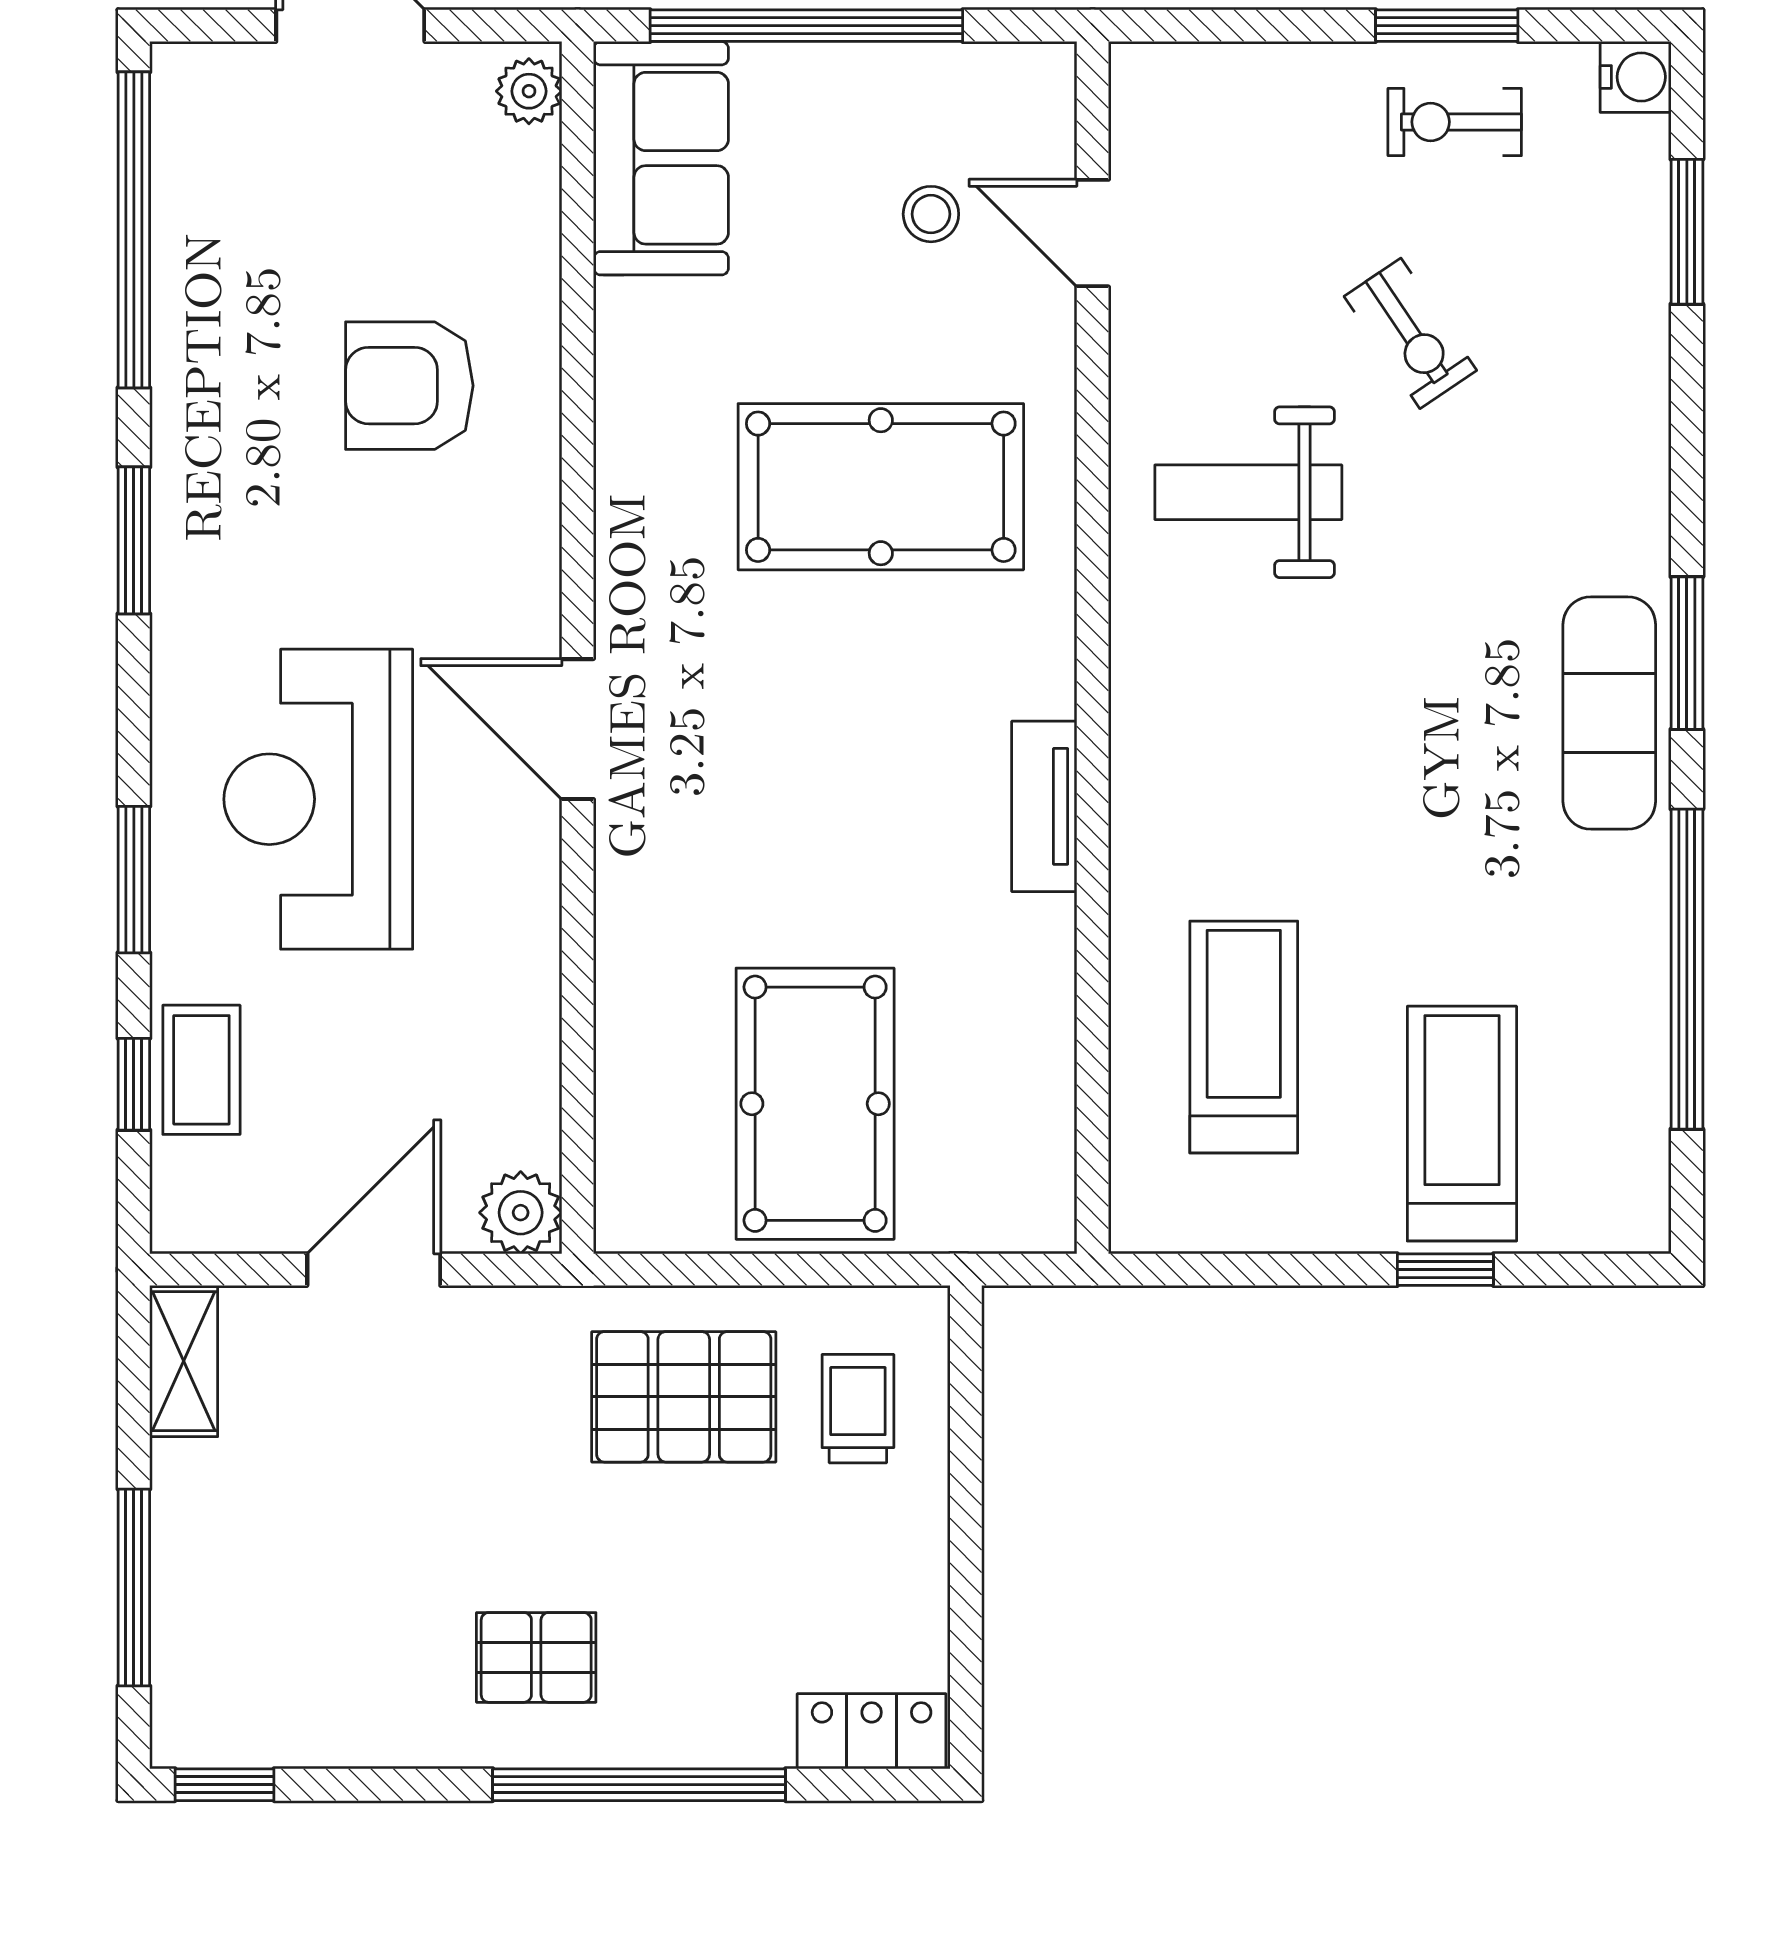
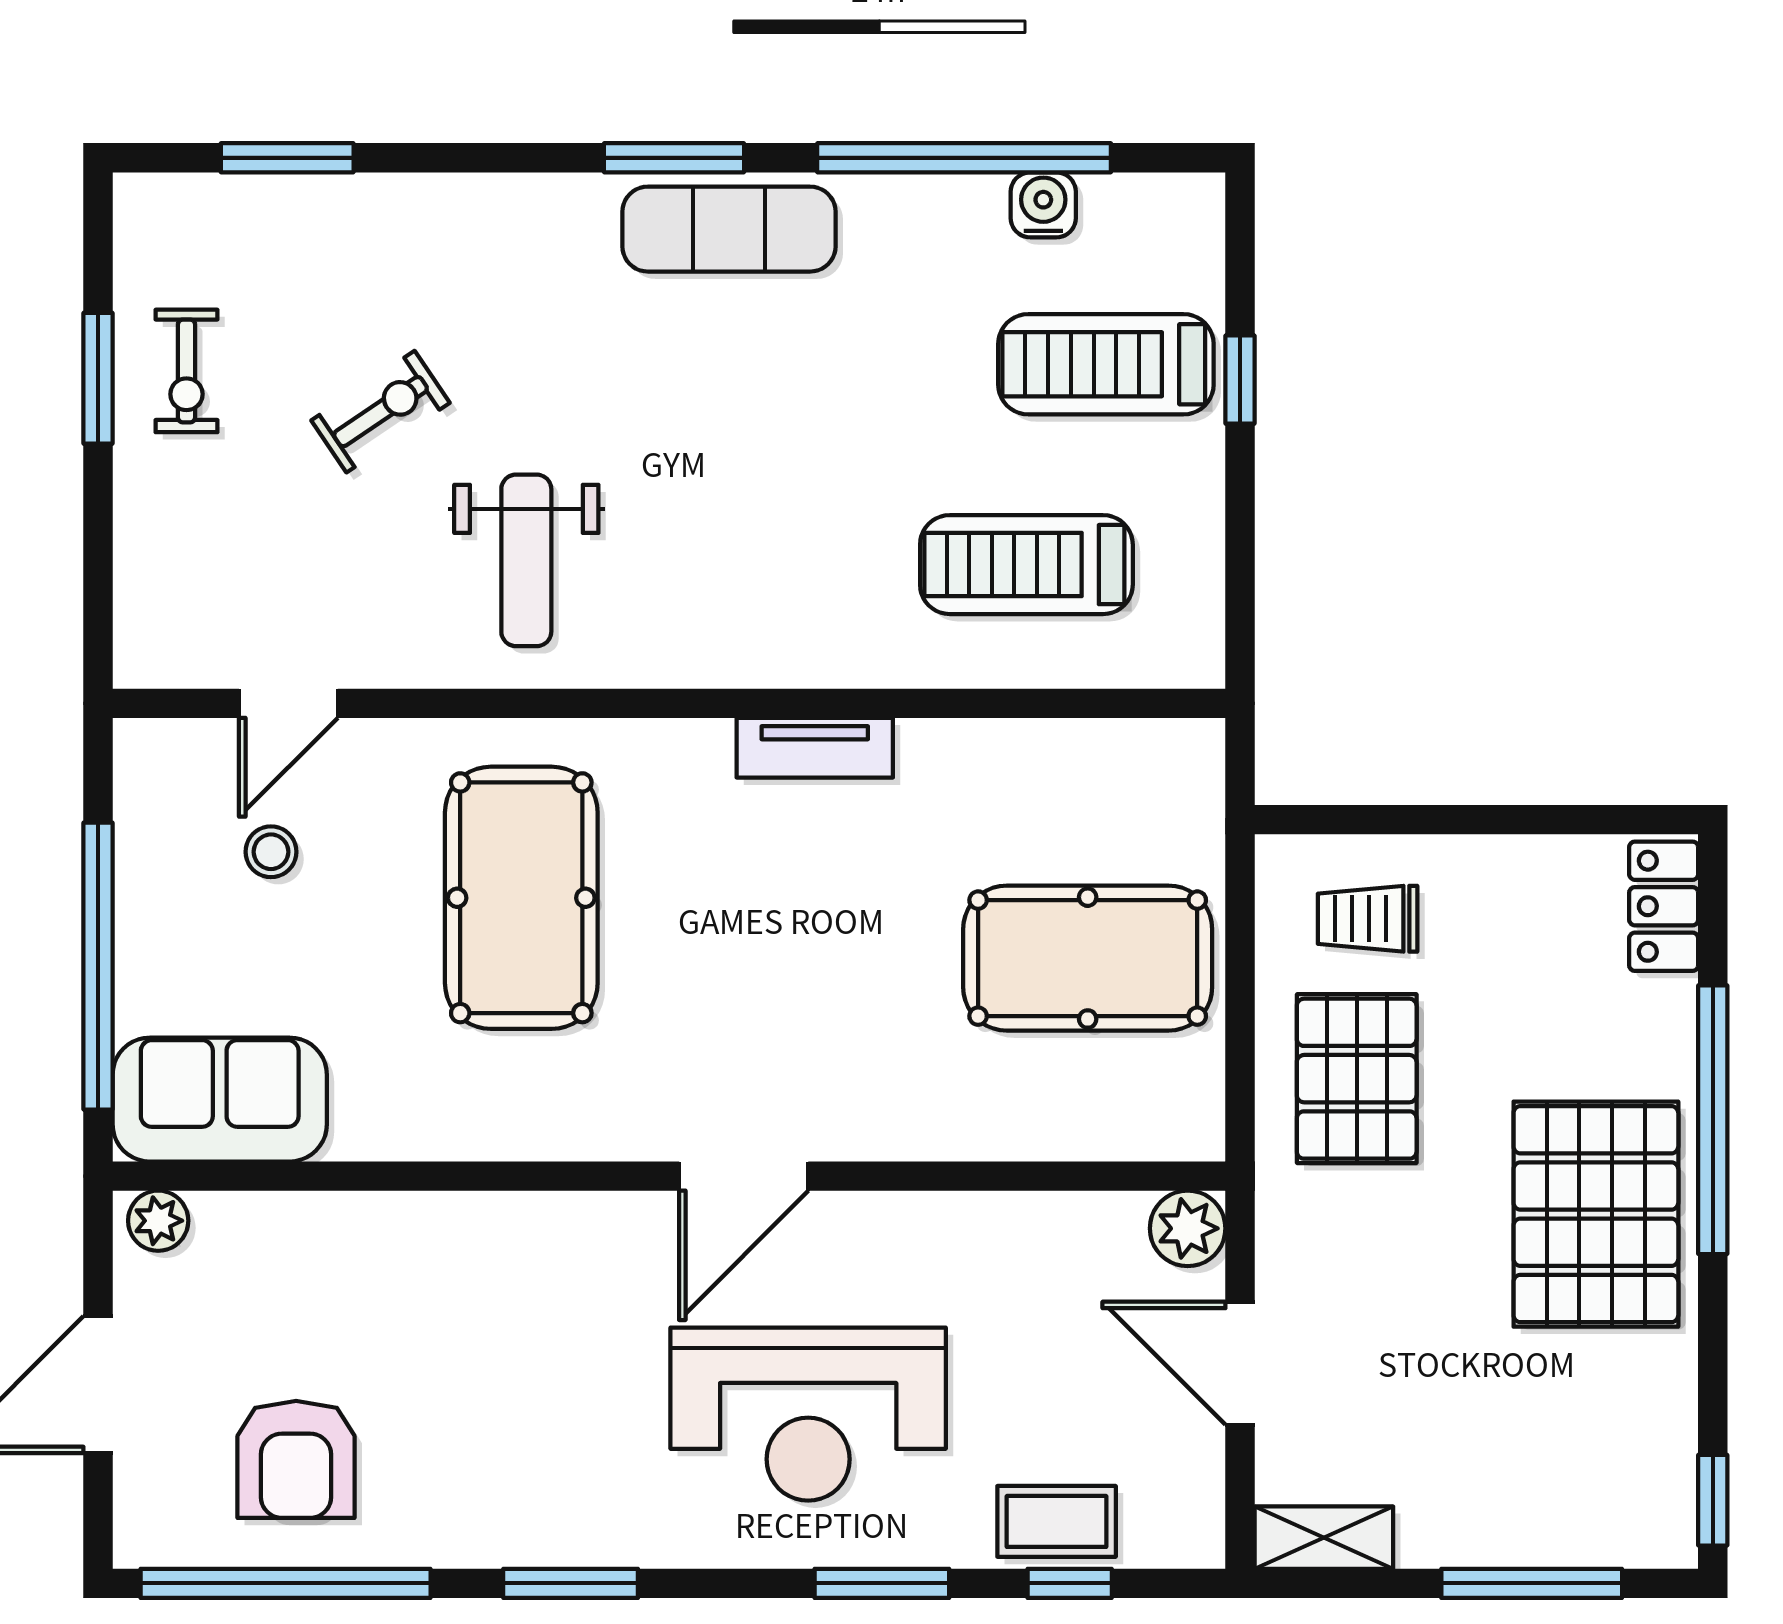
water cooler: (1636, 77) -> (1043, 205), moved
armchair: (409, 386) -> (296, 1459), moved
pallet: (536, 1657) -> (1596, 1214), width x2.05, depth x2.00

